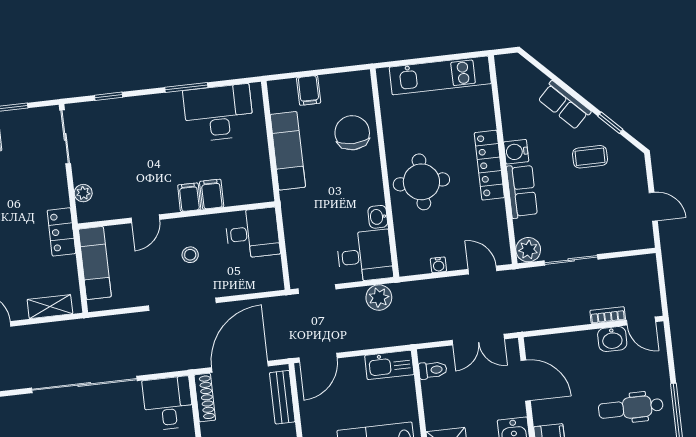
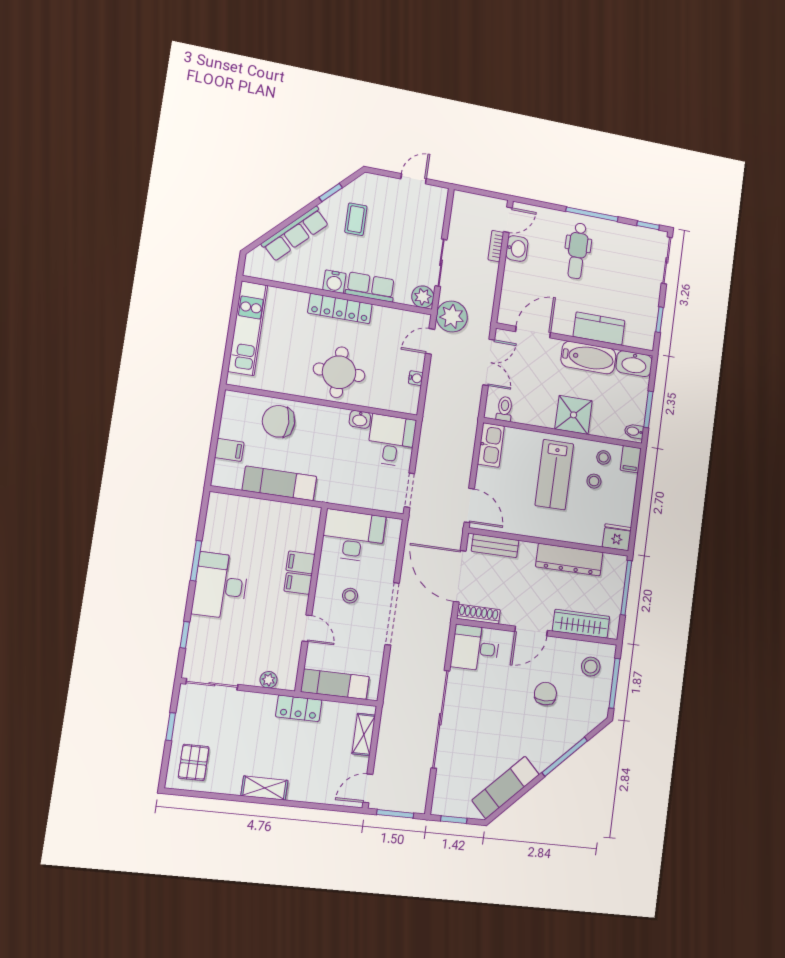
row of seats: (564, 105) -> (295, 234), width x1.48
desk: (218, 113) -> (220, 586), moved
desk: (252, 233) -> (353, 536), width x1.37
plant: (379, 298) -> (452, 317), moved, width x1.36, depth x1.36

